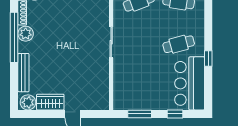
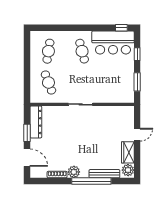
window: (14, 37) -> (91, 181), moved
window: (208, 58) -> (121, 28), moved

